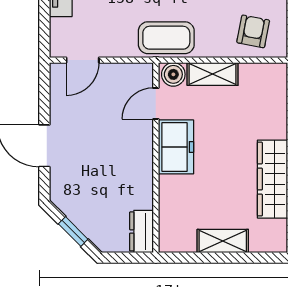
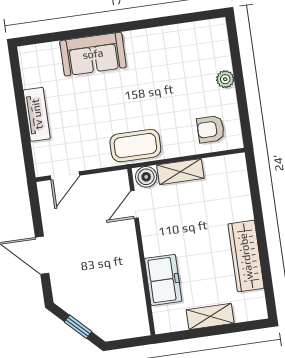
armchair: (253, 31) -> (211, 129), turned -101
freezer: (176, 147) -> (163, 280), moved
dresser: (141, 231) -> (138, 318), removed

